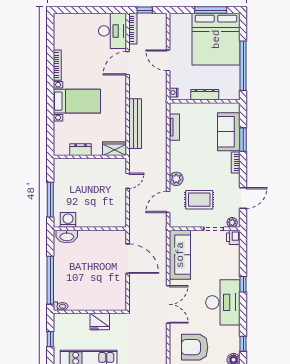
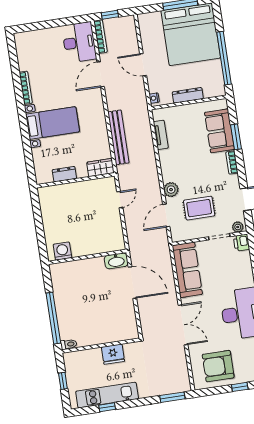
window: (50, 200) -> (40, 232), removed
washbasin: (67, 236) -> (116, 261), moved

